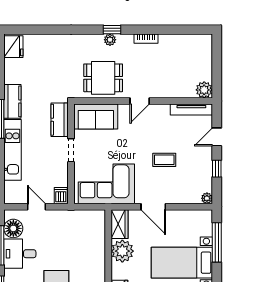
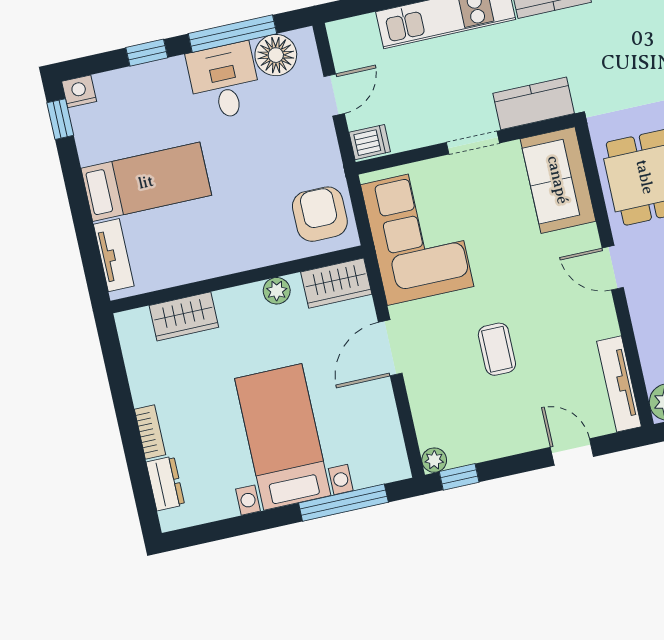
window: (217, 169) -> (459, 477), moved
armchair: (88, 225) -> (320, 214), added
plant: (122, 251) -> (277, 291), width x0.53, depth x0.53

